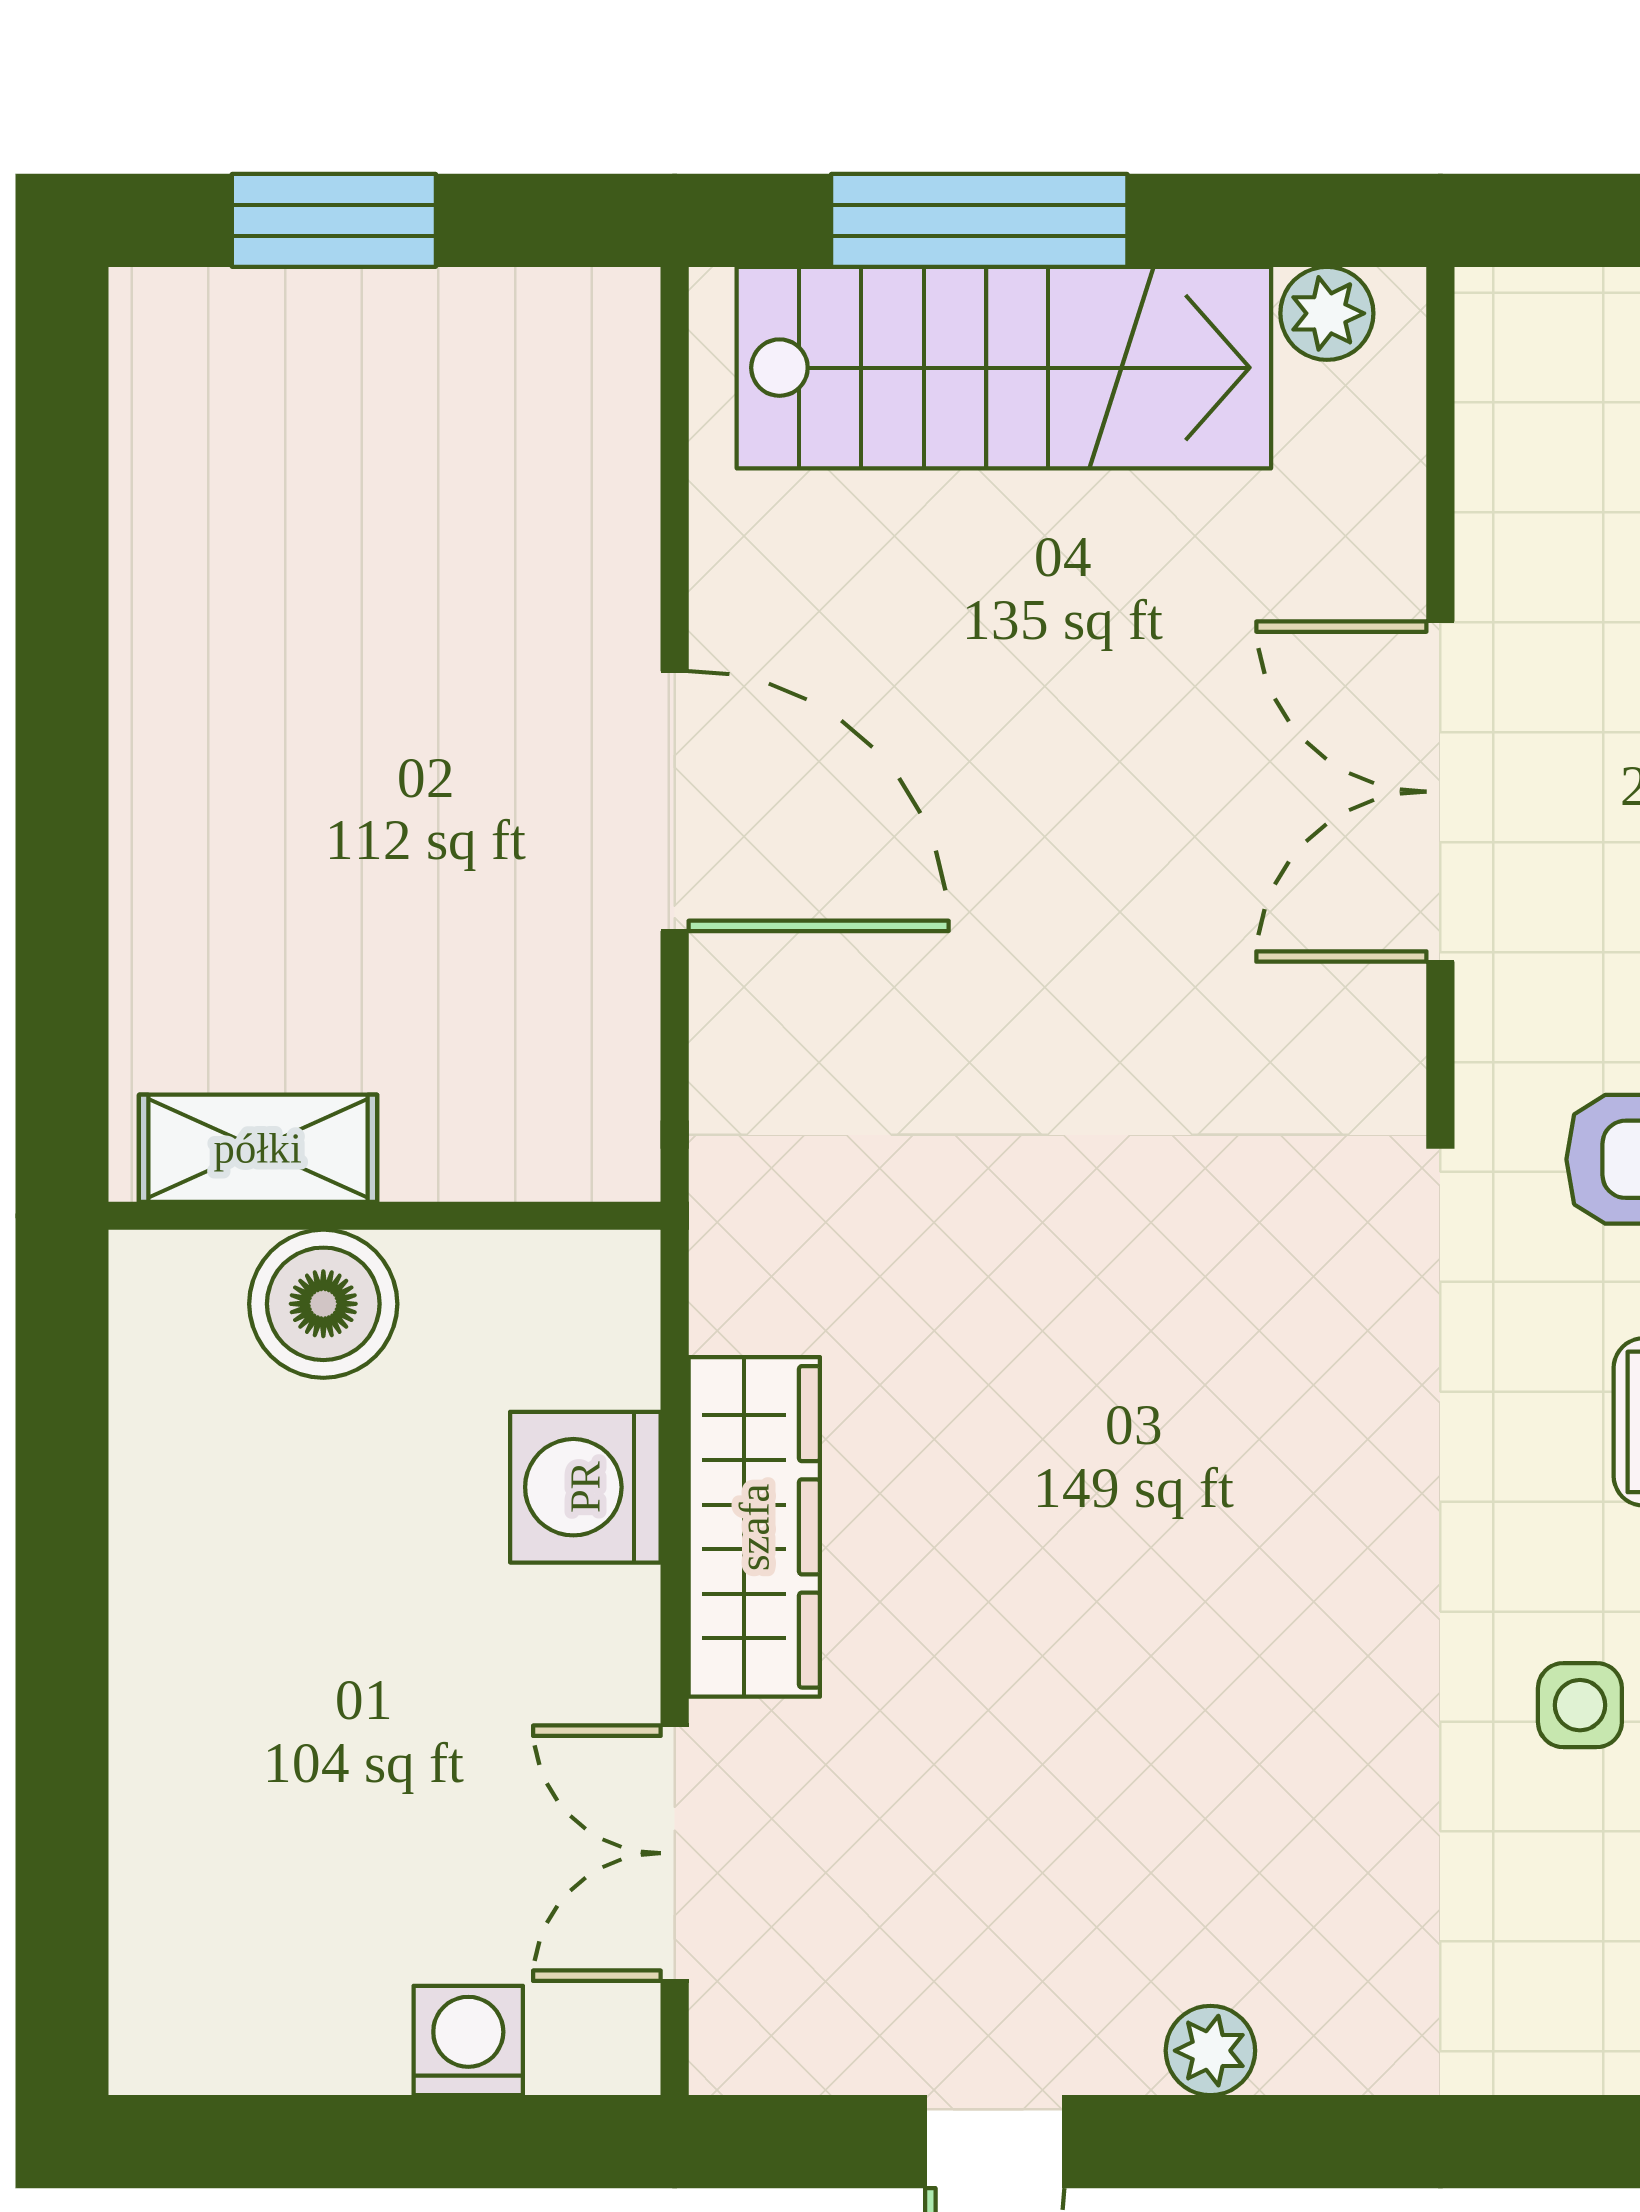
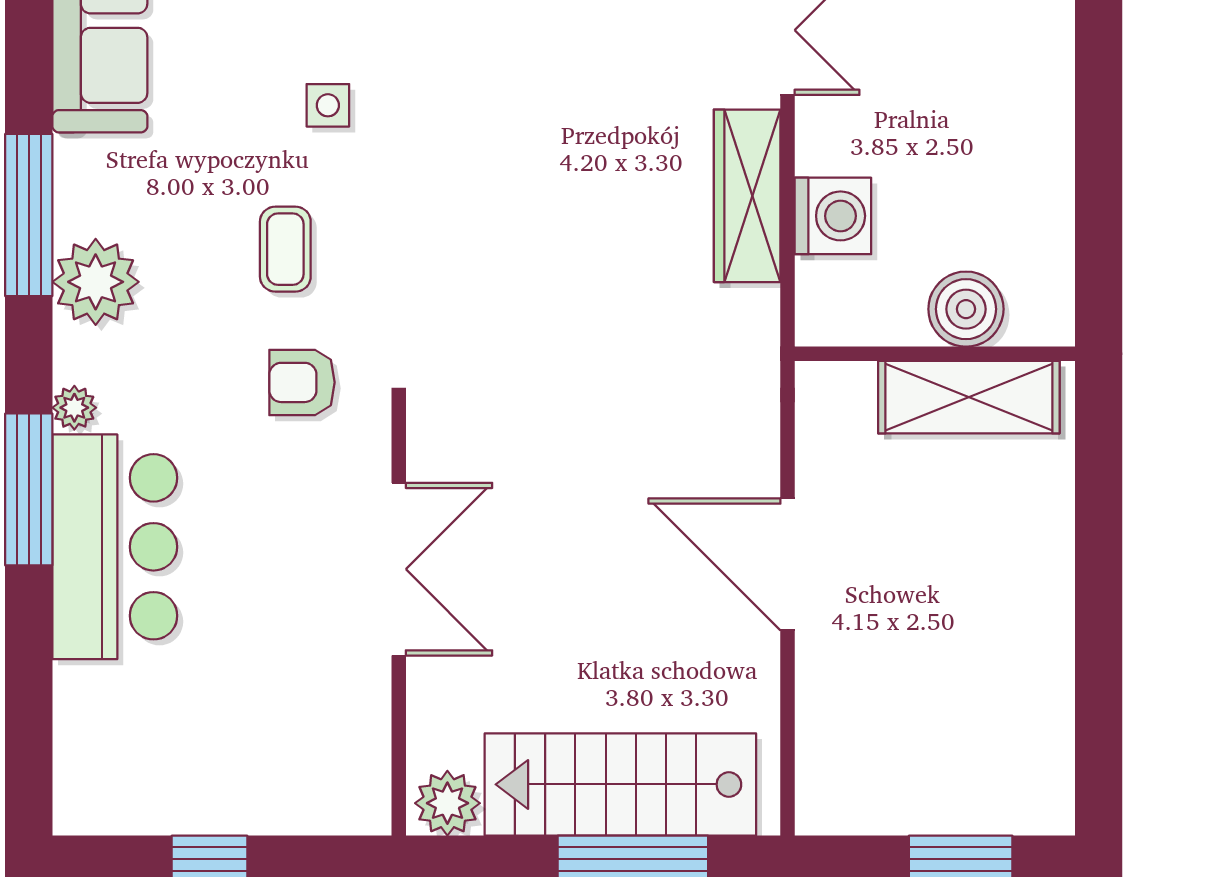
plant: (1327, 313) -> (447, 803), width x1.38, depth x1.38
shelving: (258, 1148) -> (969, 397), width x1.50, depth x1.33

